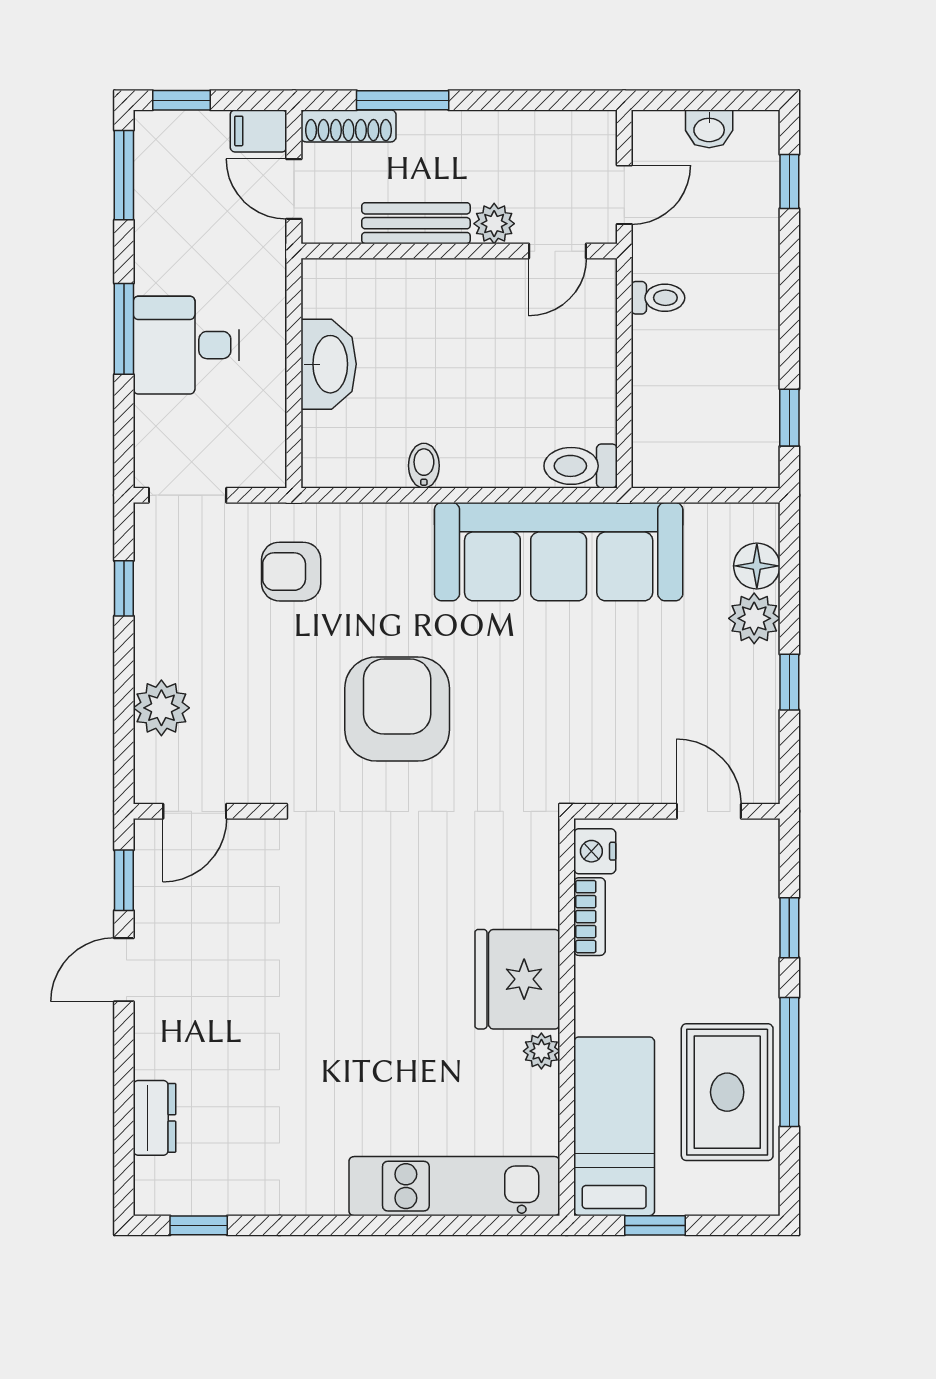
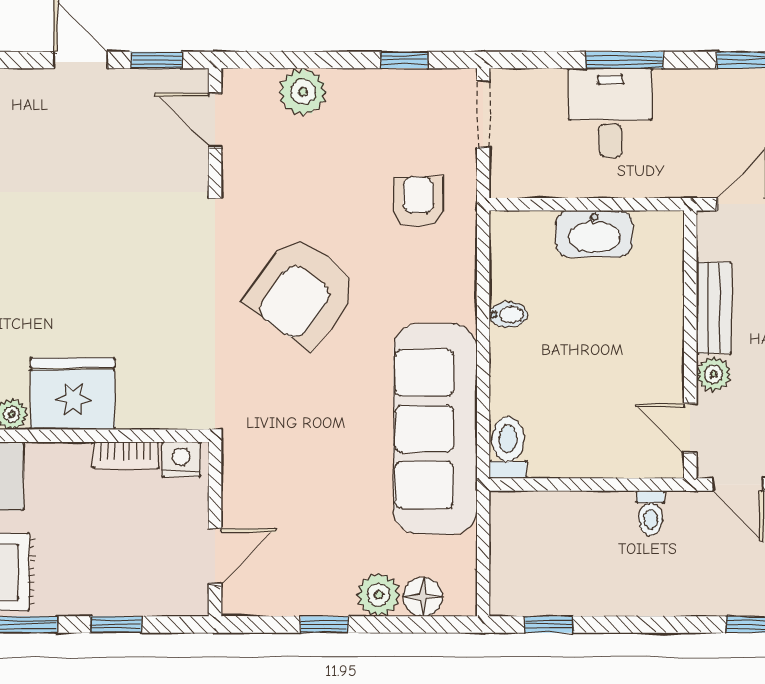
armchair: (397, 709) -> (302, 292), turned 126

